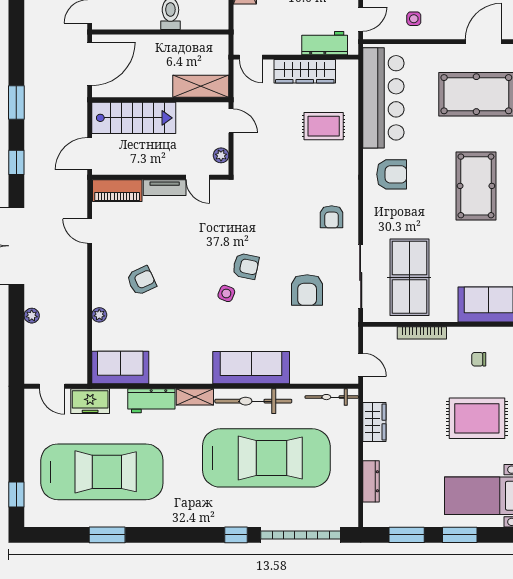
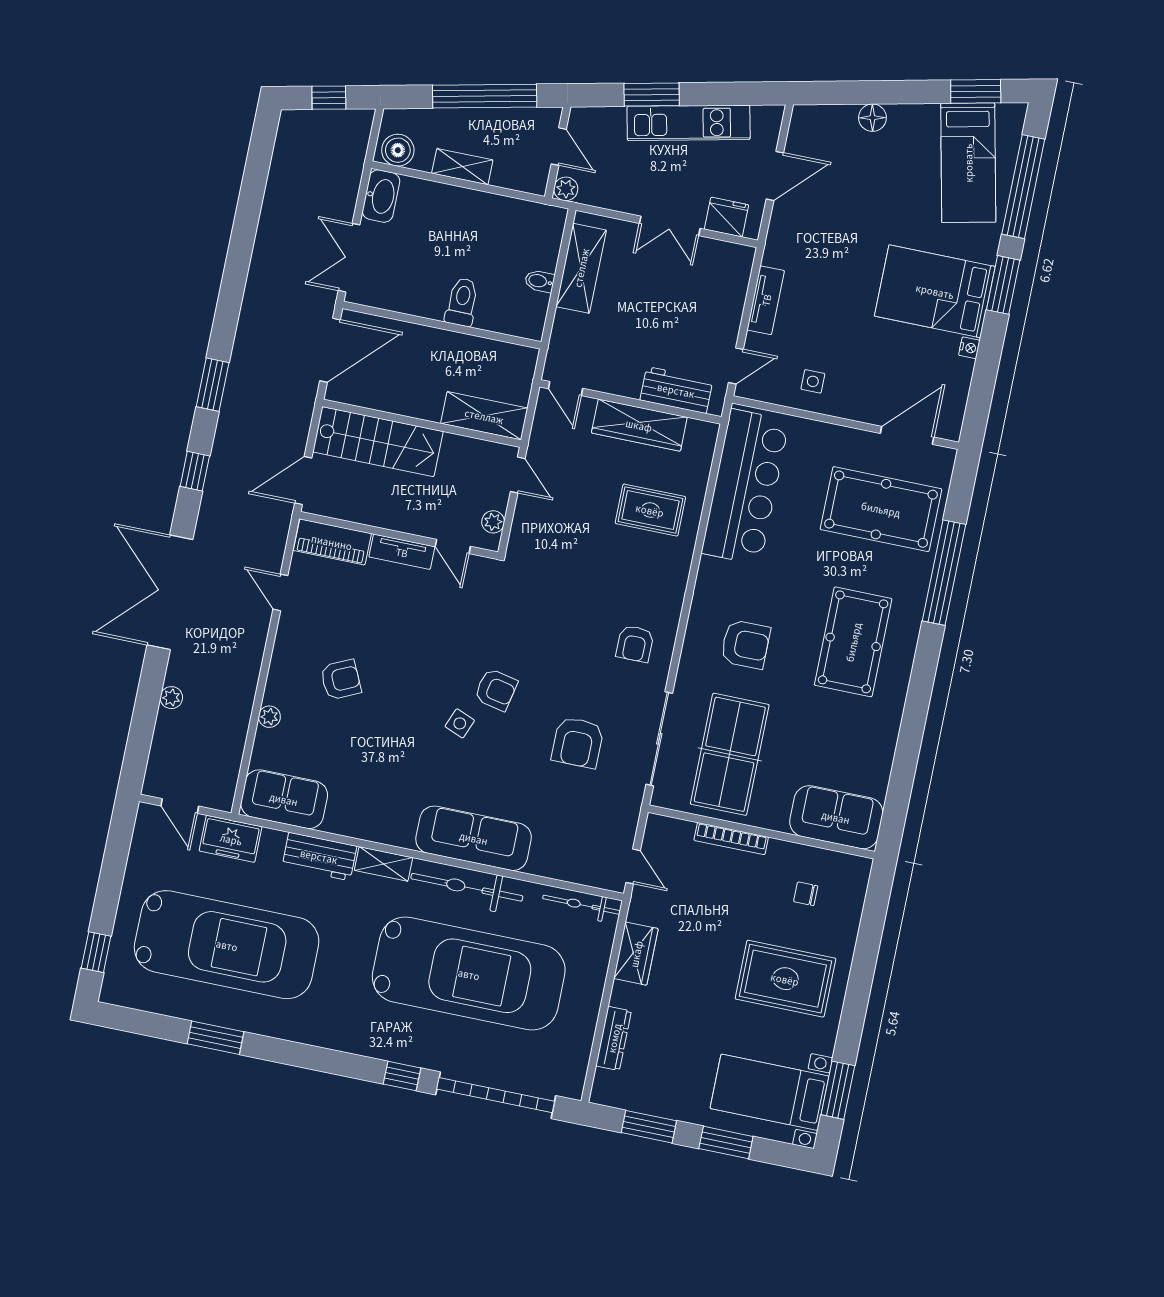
armchair: (392, 174) -> (745, 644), moved

